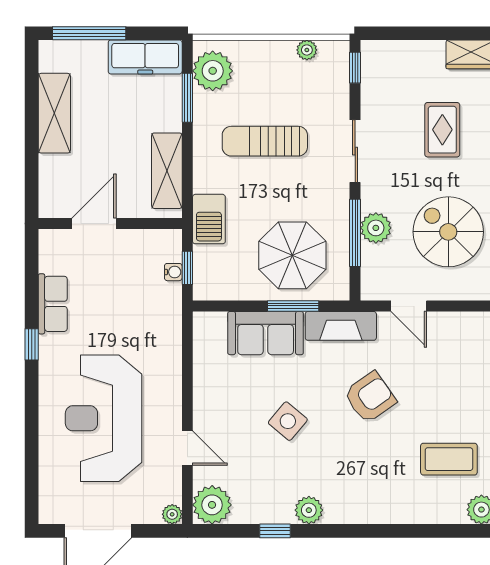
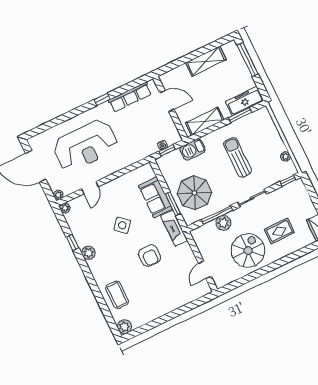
freezer: (145, 57) -> (245, 101), moved, turned 90
plant: (213, 71) -> (257, 120), removed
spiral stairs: (448, 232) -> (248, 250), moved
row of seats: (53, 304) -> (130, 97), width x1.48
door: (409, 306) -> (205, 270), moved
armchair: (370, 397) -> (150, 256), turned 35
reception desk: (104, 418) -> (85, 146), turned 180
coffee table: (449, 459) -> (117, 295), moved
plant: (212, 505) -> (65, 208), width x0.53, depth x0.53

